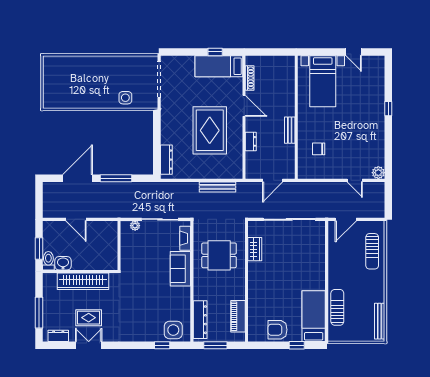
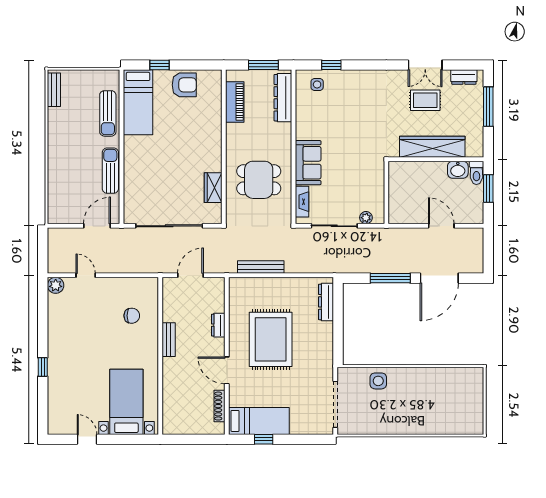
sun lounger: (372, 251) -> (110, 171), moved
bench: (380, 321) -> (54, 90), width x0.73
side table: (173, 330) -> (317, 84), width x0.54, depth x0.54

